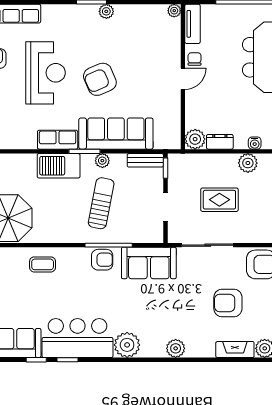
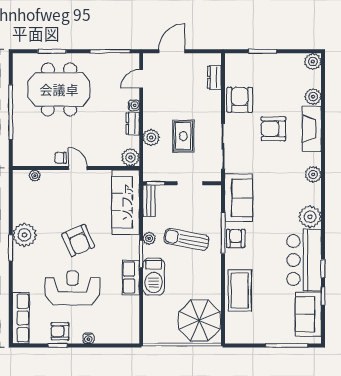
plant: (106, 11) -> (24, 235), width x1.87, depth x1.87
plant: (174, 11) -> (35, 176), moved
tv unit: (192, 24) -> (30, 160), removed
sofa: (116, 134) -> (126, 202), moved
dresser: (220, 142) -> (133, 124), moved
plant: (248, 163) -> (151, 137), moved
coffee table: (43, 264) -> (240, 291), width x1.86, depth x1.72
armchair: (228, 303) -> (273, 129), turned 90
fireplace: (235, 350) -> (312, 129), width x1.37, depth x1.32

